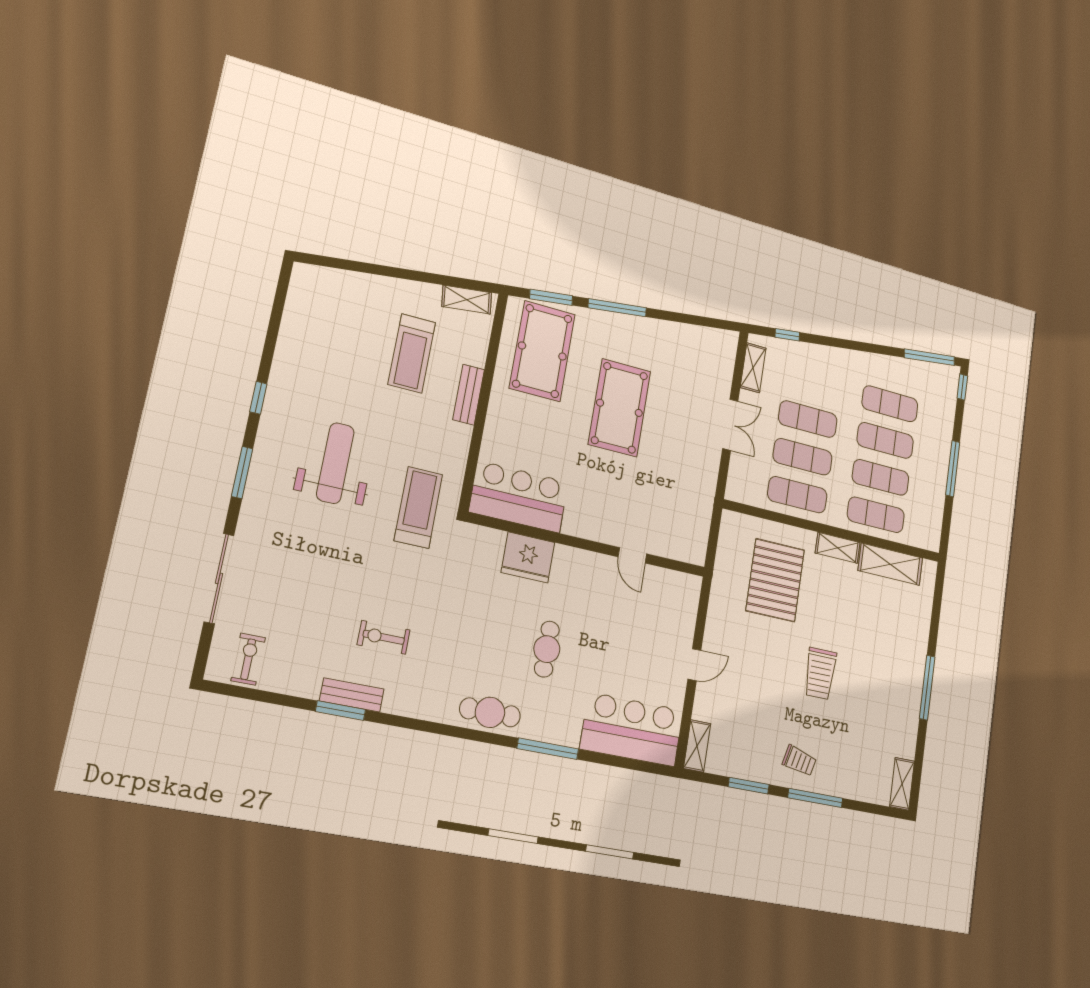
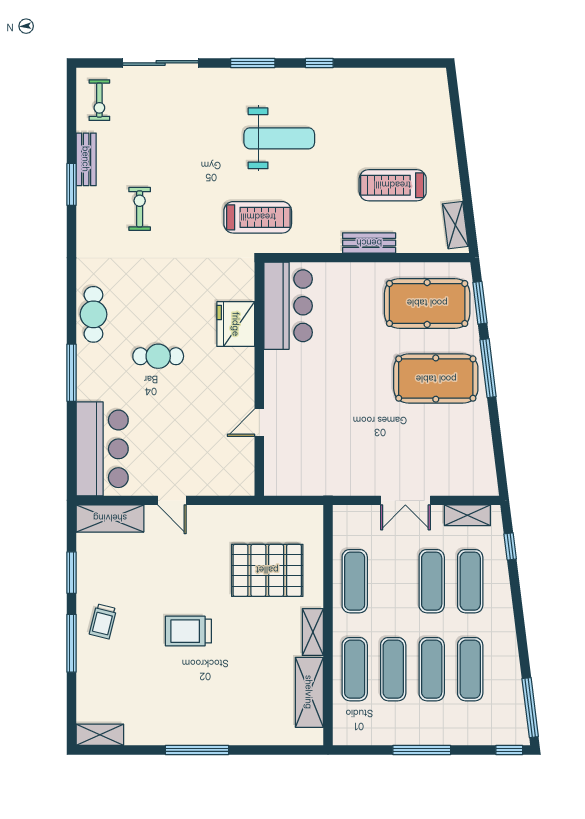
pool table: (619, 408) -> (436, 379), moved
exercise mat: (803, 457) -> (470, 581), moved
exercise bike: (248, 659) -> (99, 100), turned 90
bench: (352, 695) -> (86, 159), moved
shelving: (697, 746) -> (110, 518), width x1.50, depth x1.33

